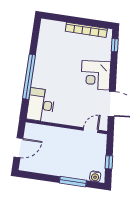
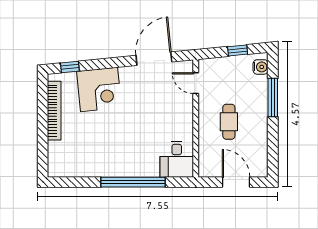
corner desk: (96, 75) -> (99, 89), moved
desk: (41, 105) -> (177, 159), width x0.73
cafe table: (61, 149) -> (229, 122), added

